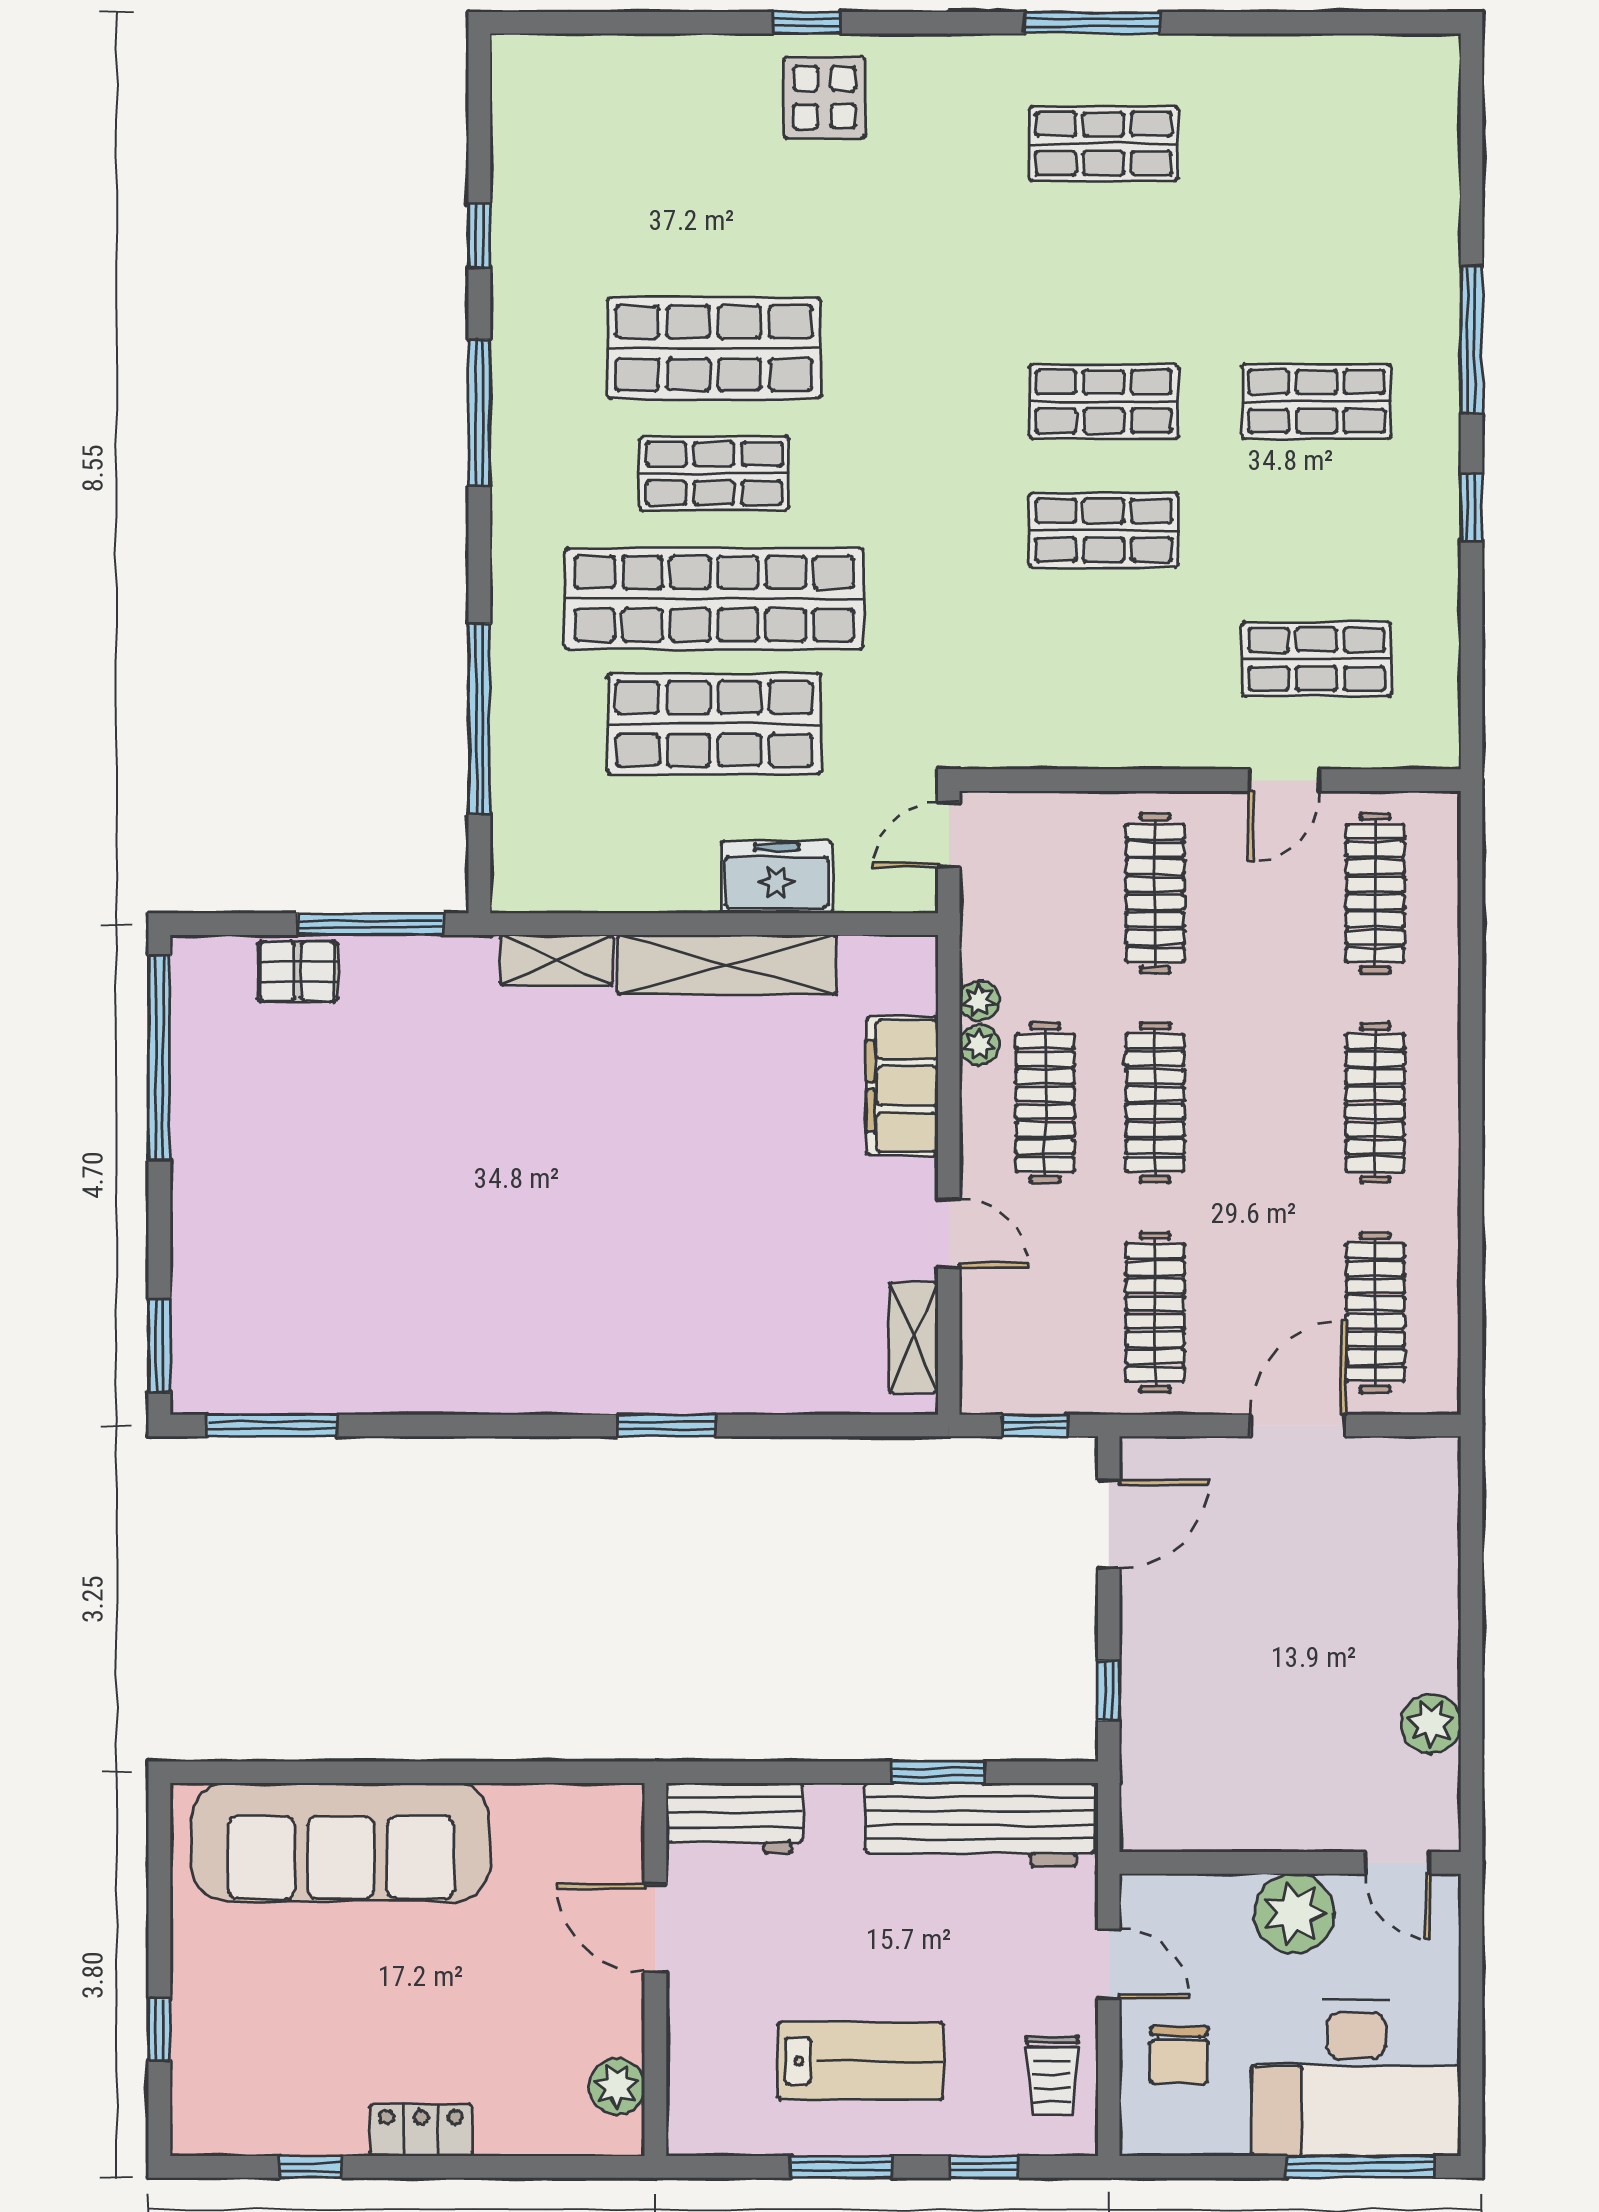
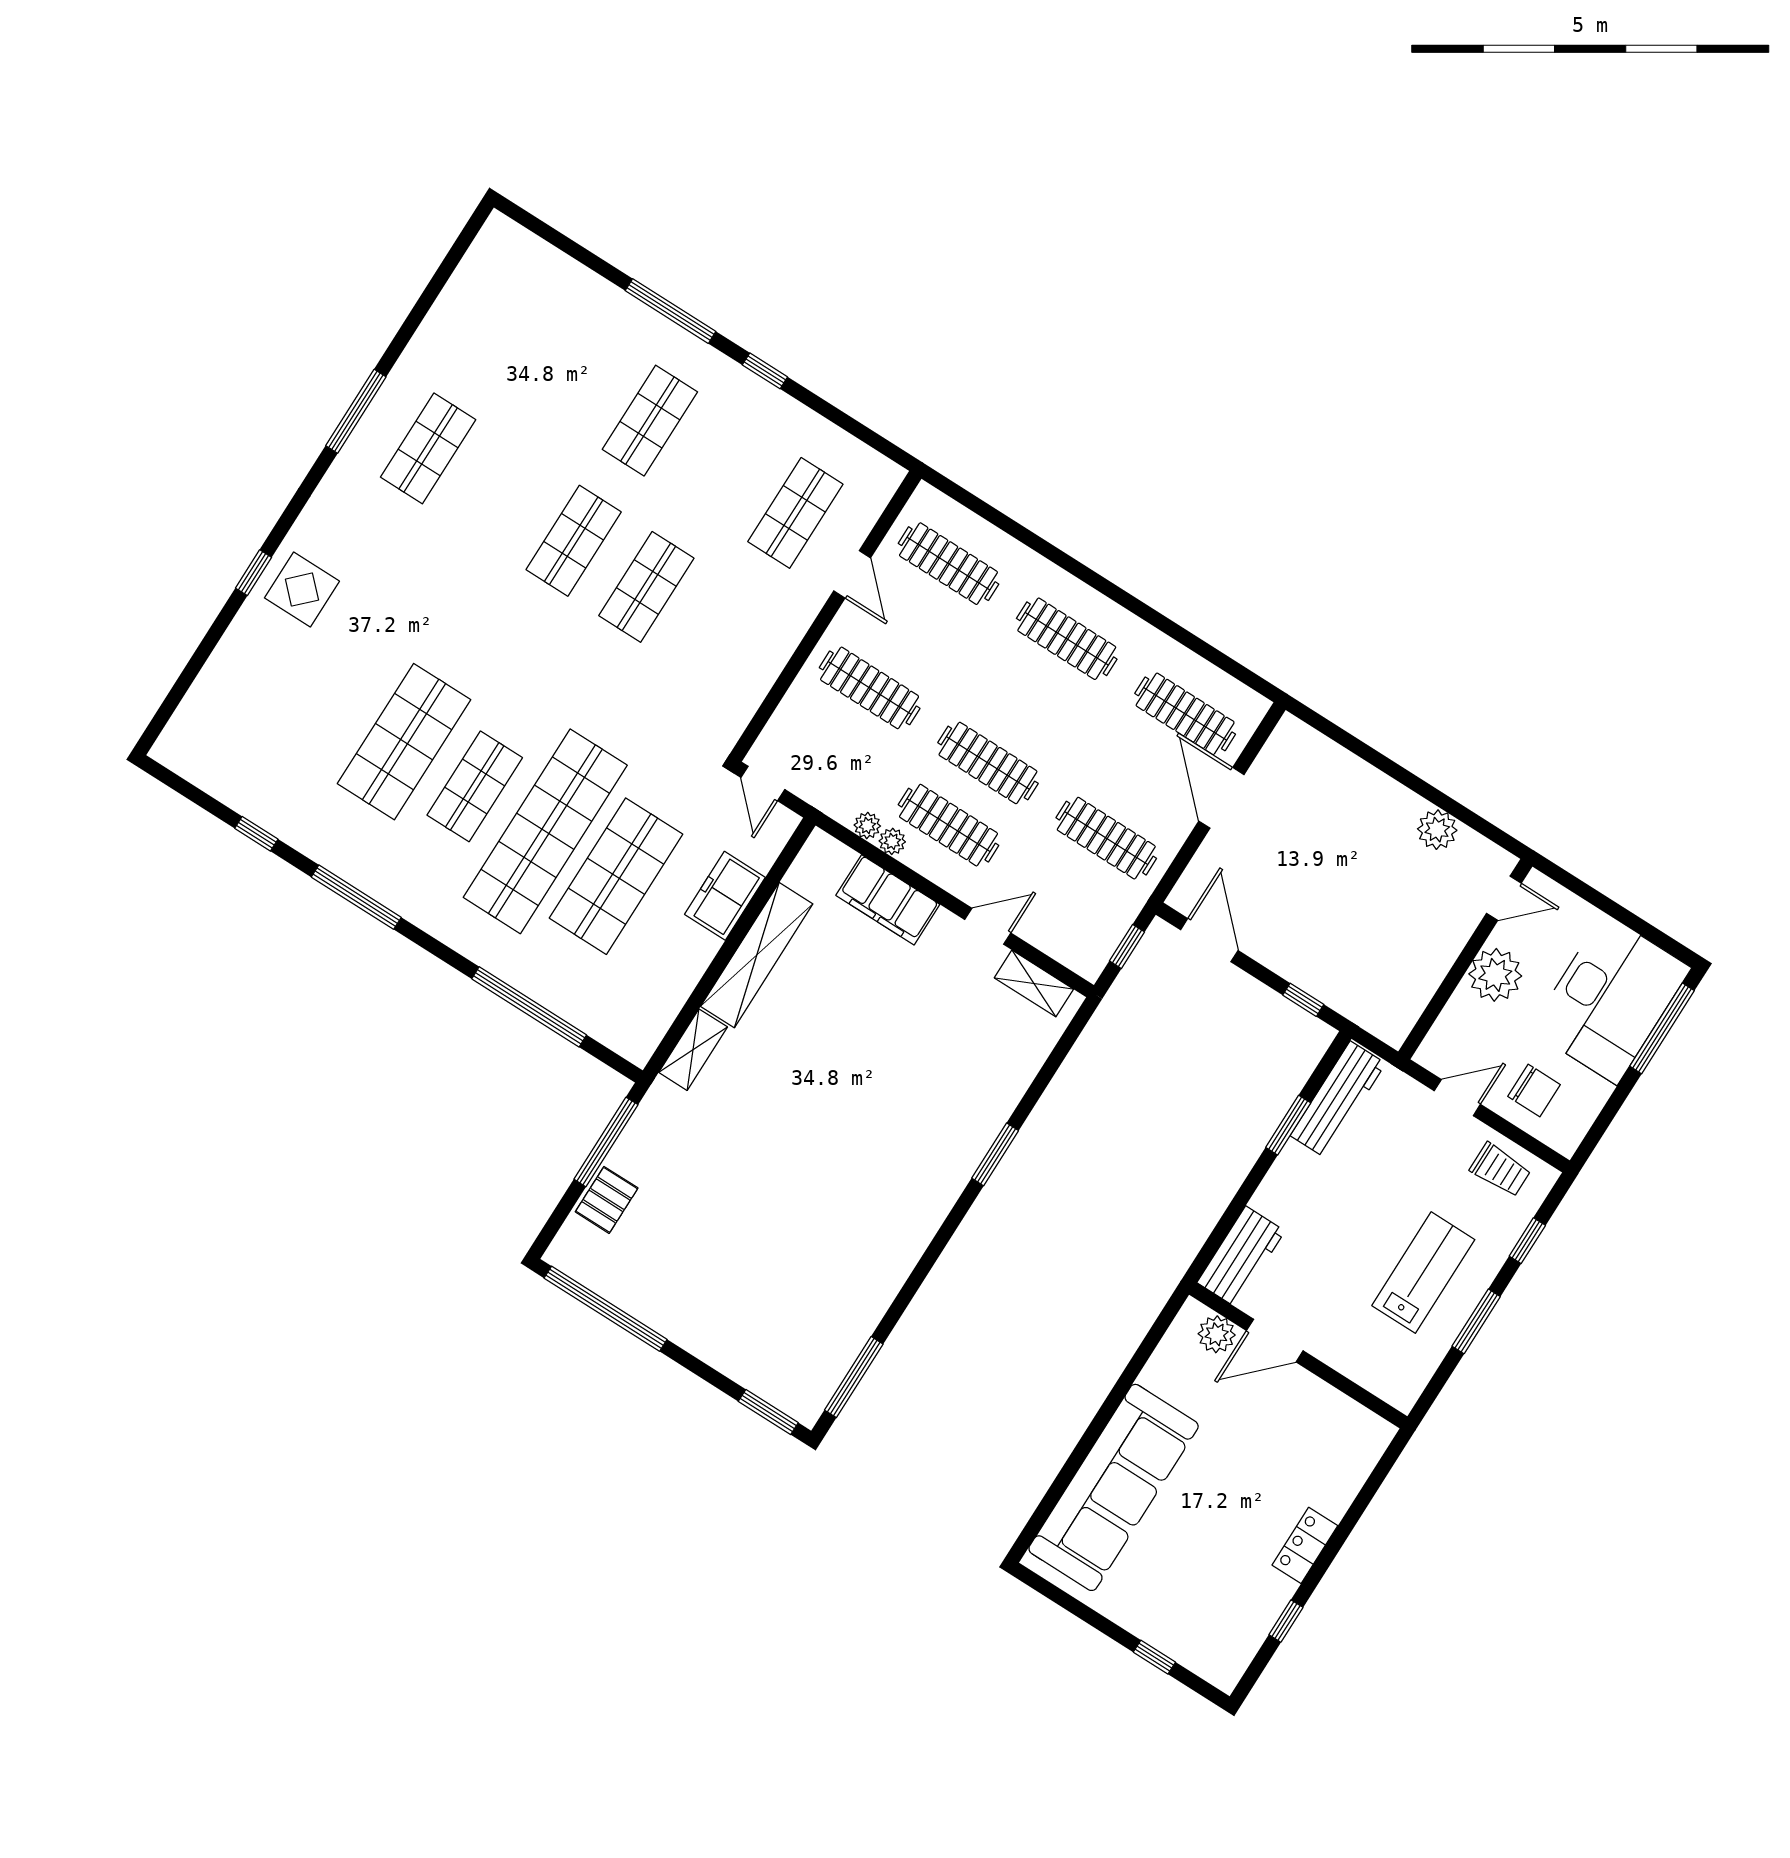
workbench: (980, 1825) -> (1338, 1100), width x0.73, depth x0.76
plant: (617, 2087) -> (1217, 1334), moved

